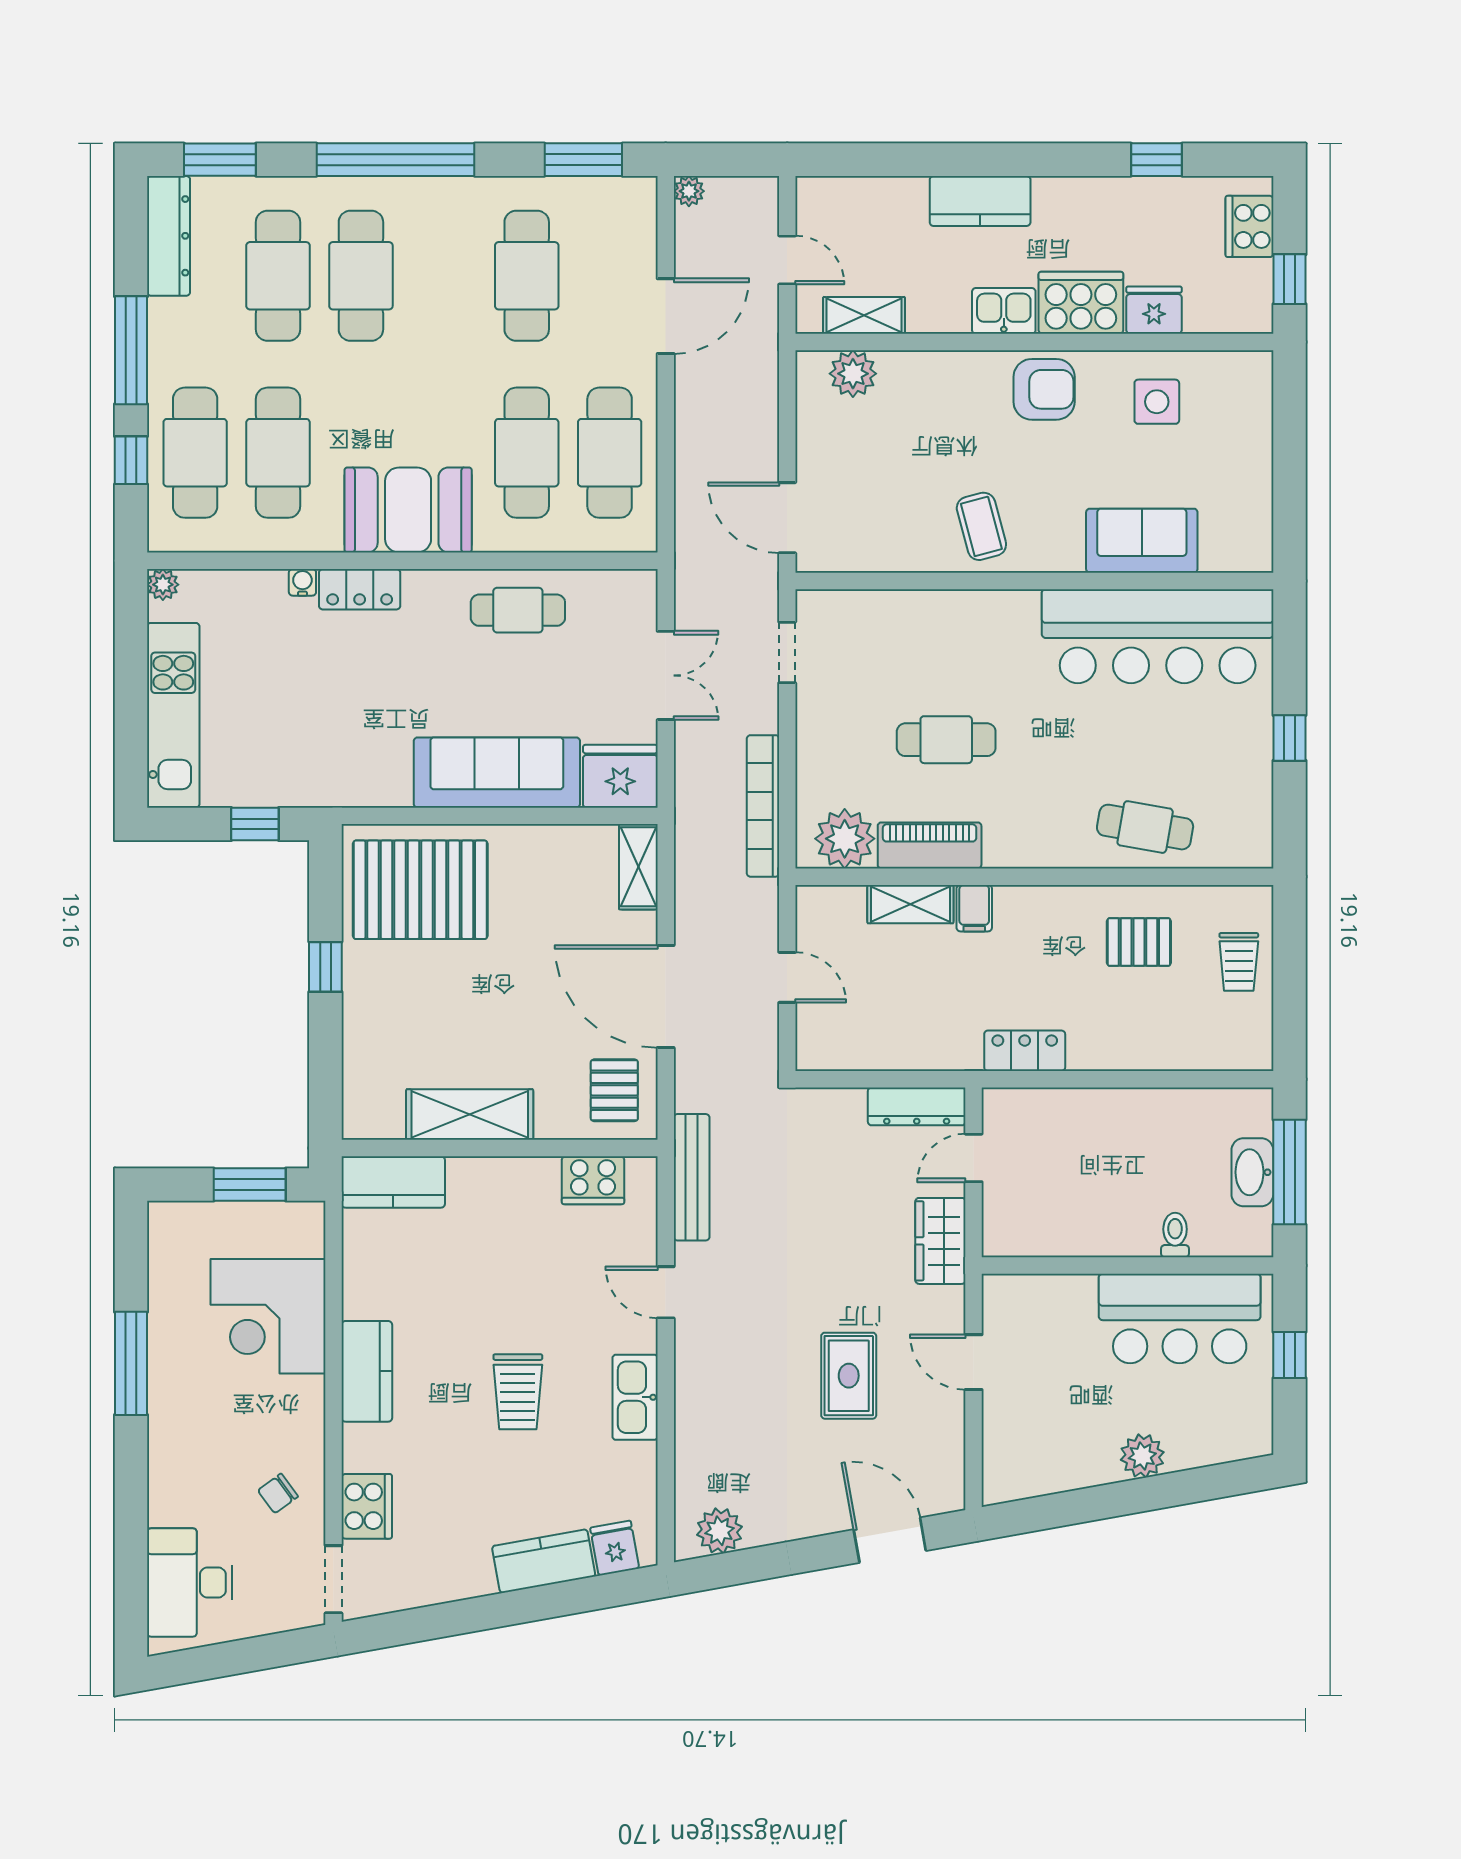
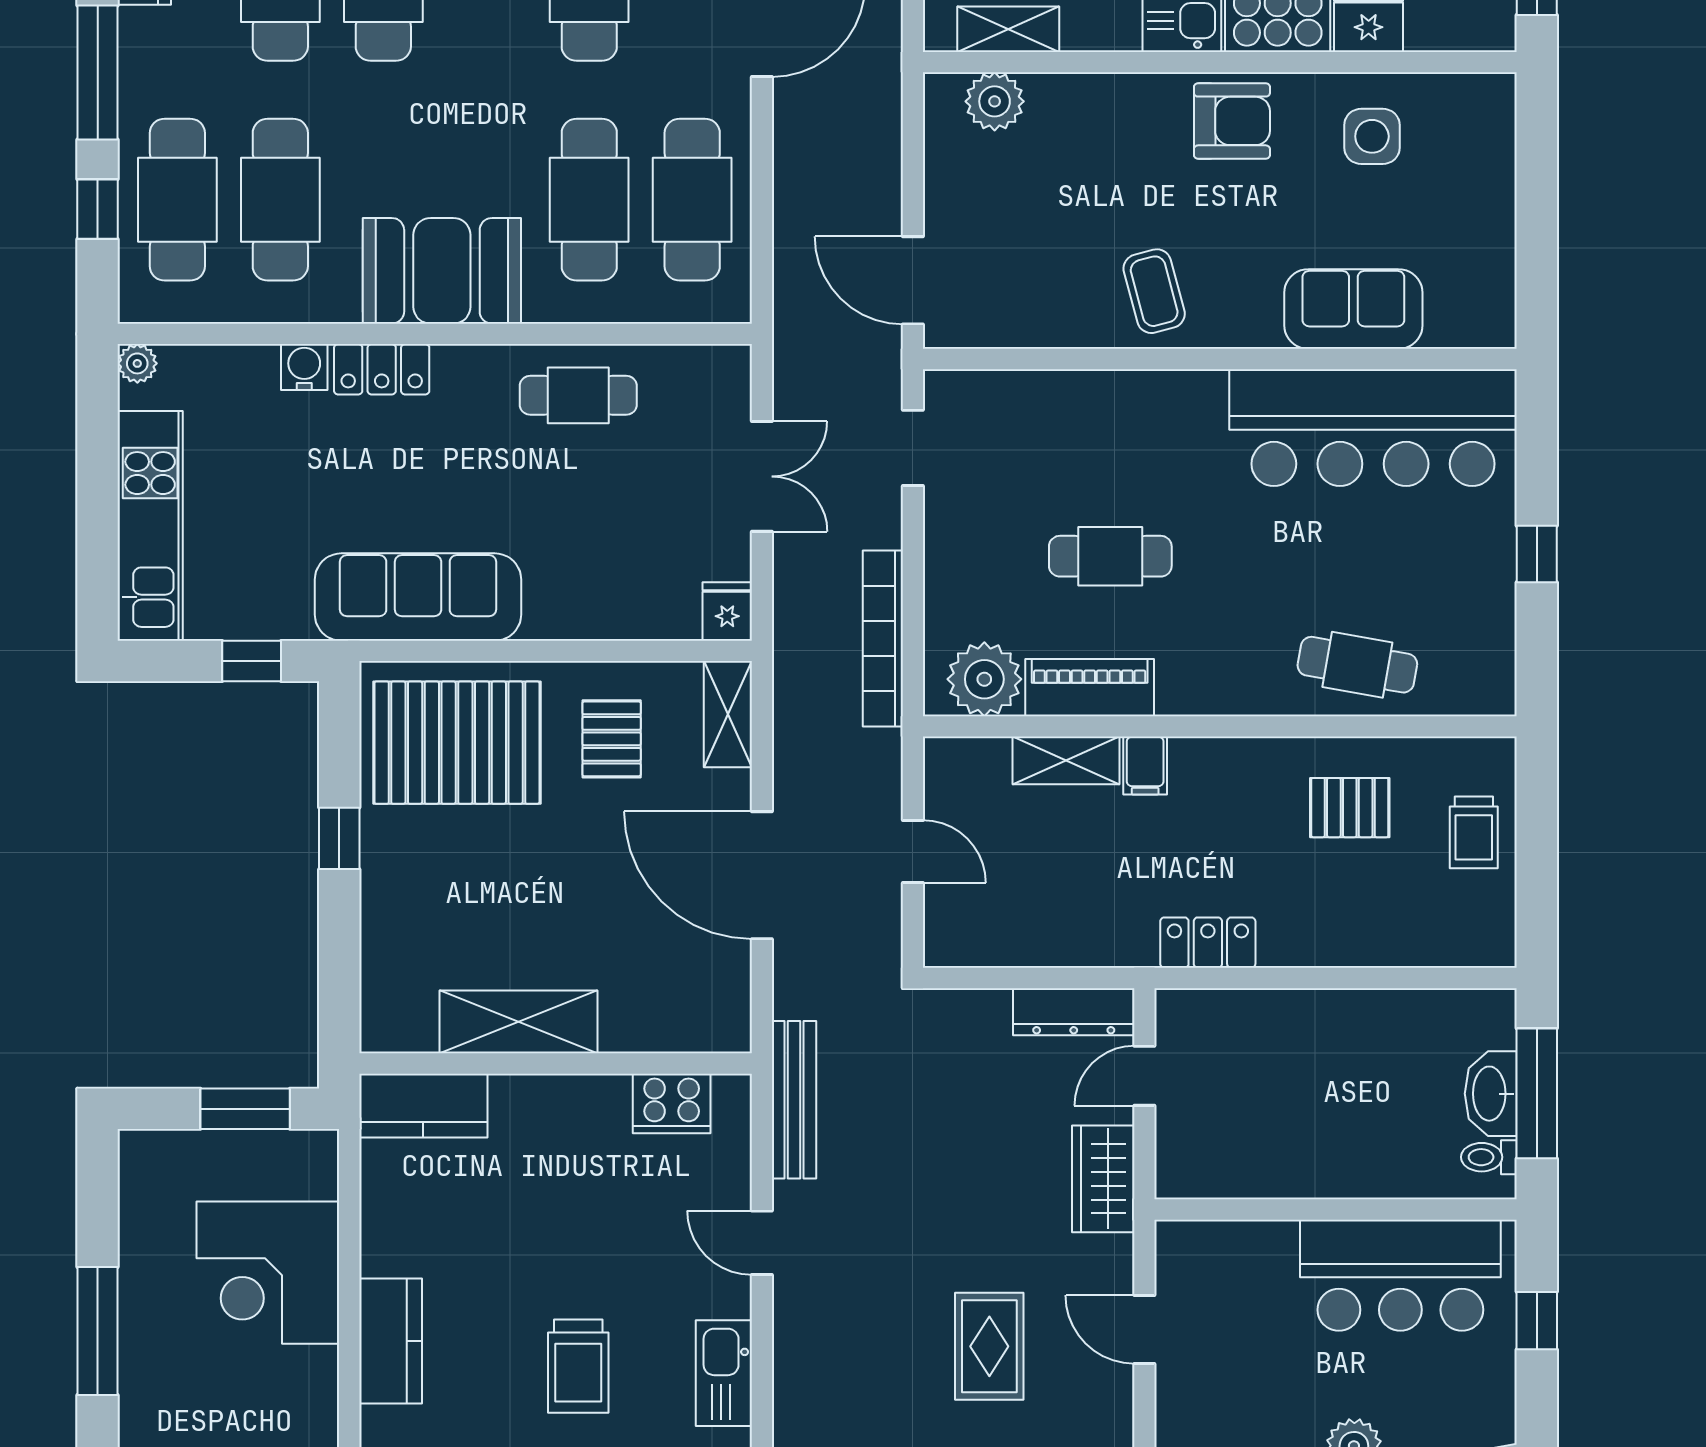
water cooler: (302, 582) -> (304, 367), width x1.38, depth x1.38
sofa: (497, 773) -> (418, 597), moved
fridge: (620, 776) -> (727, 612), width x0.53, depth x0.75
pallet: (614, 1090) -> (612, 739), moved
toilet: (1175, 1235) -> (1489, 1157), moved, turned -90

